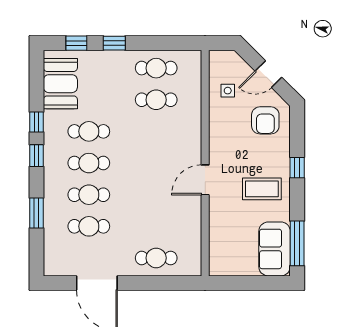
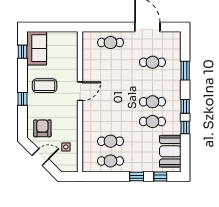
cafe table: (89, 195) -> (152, 82), removed
window: (297, 243) -> (23, 52), width x0.46

